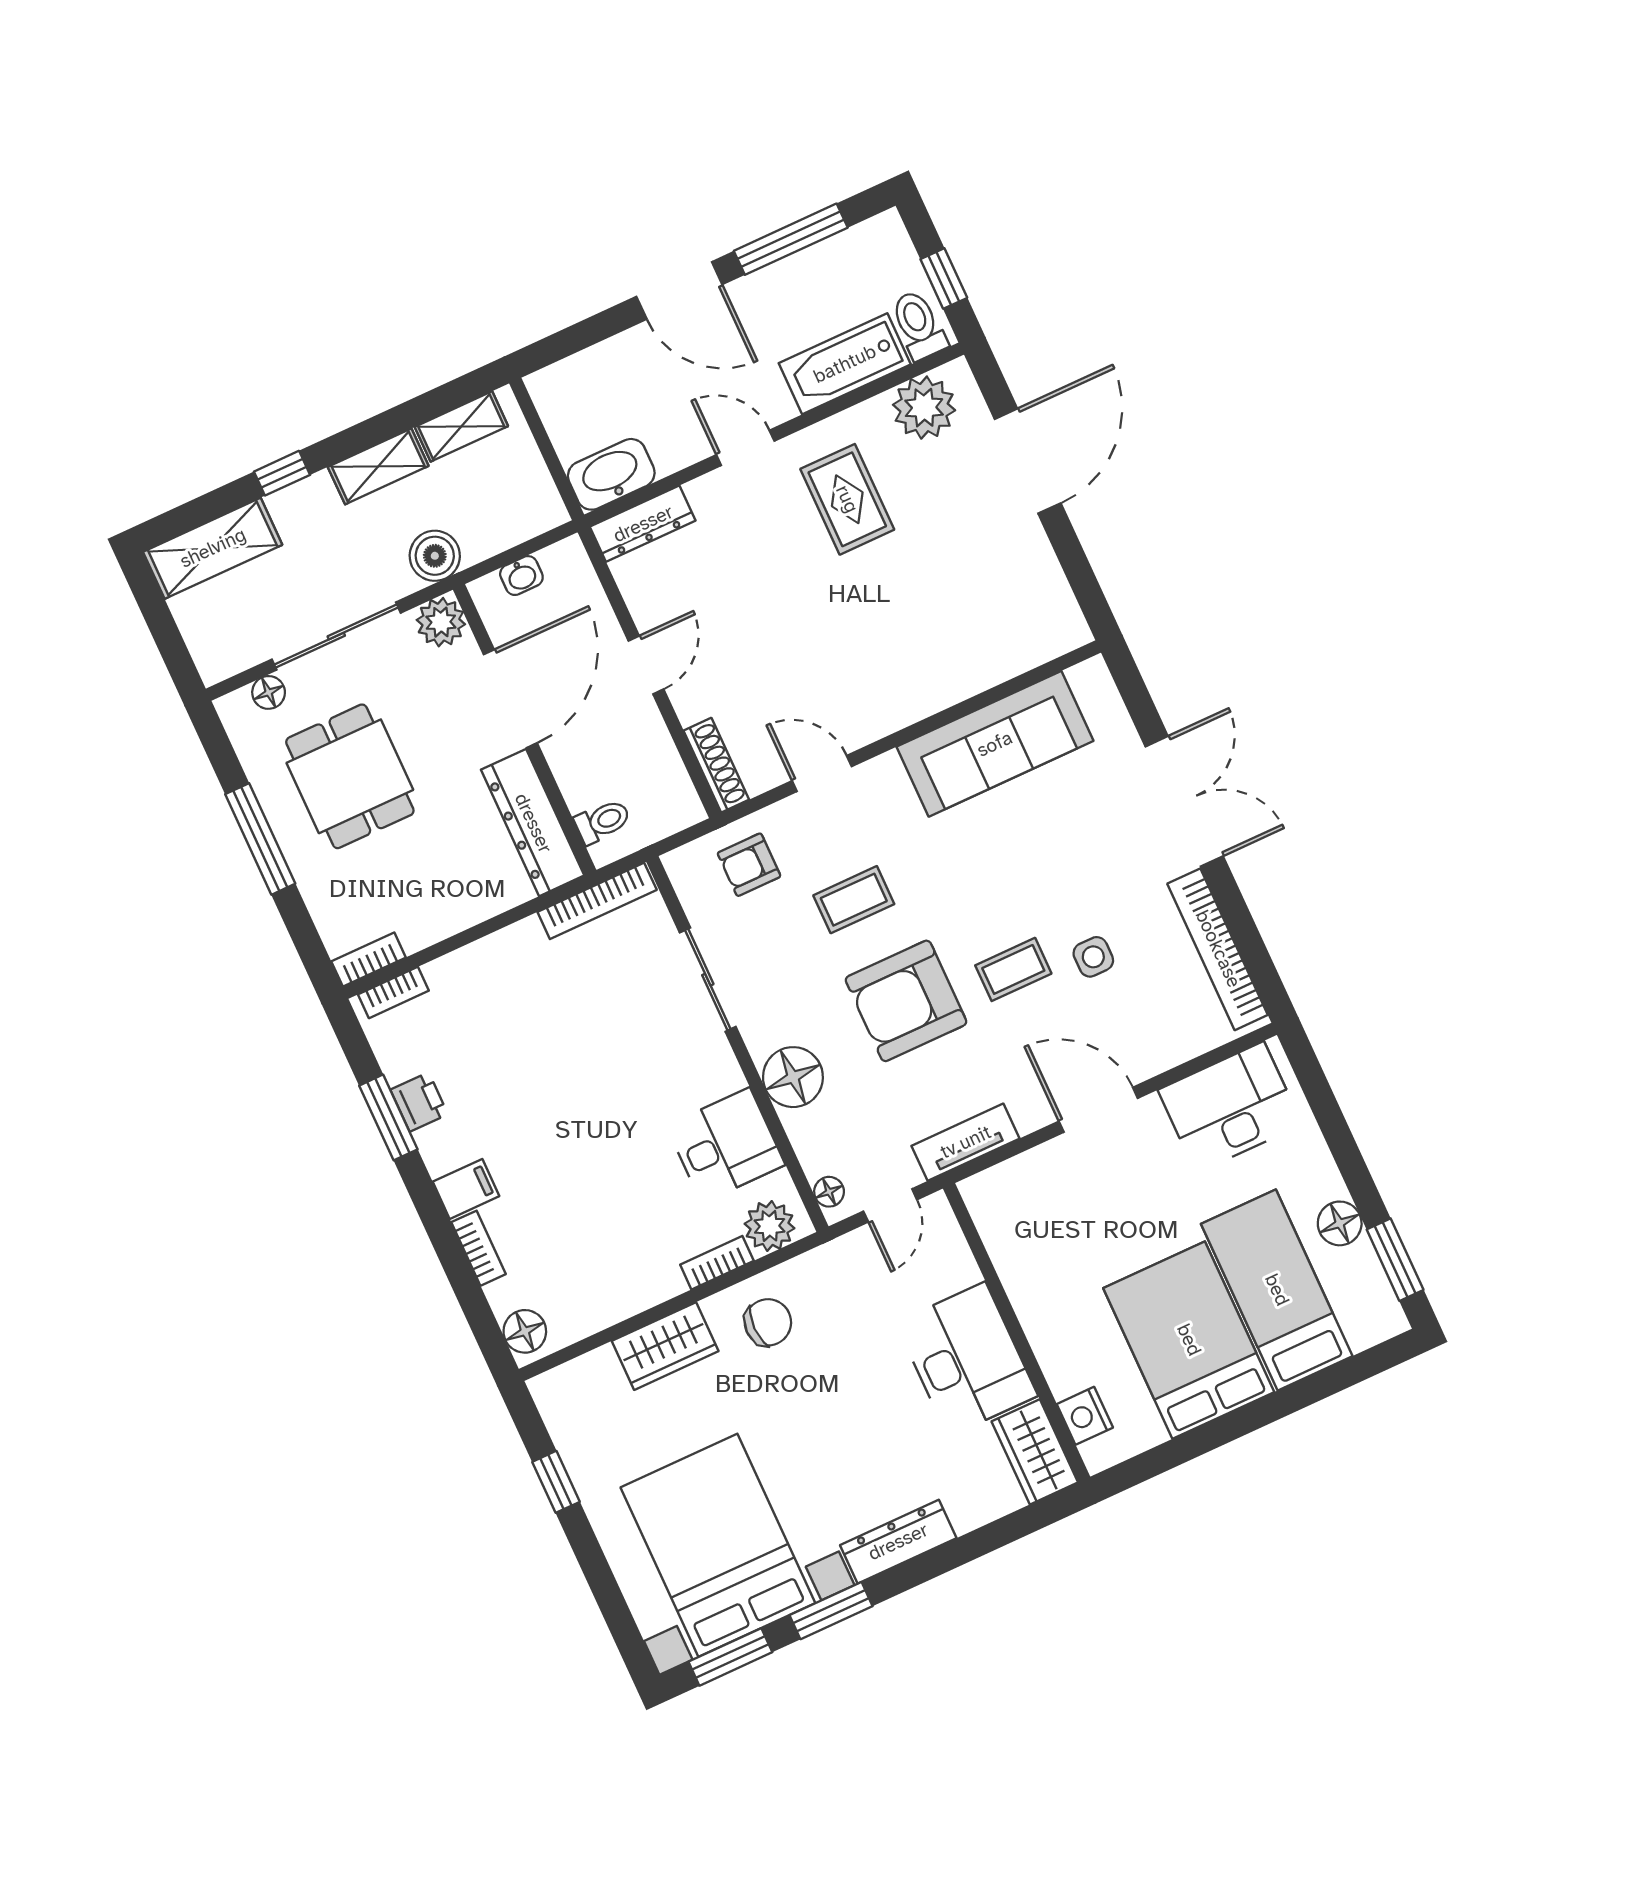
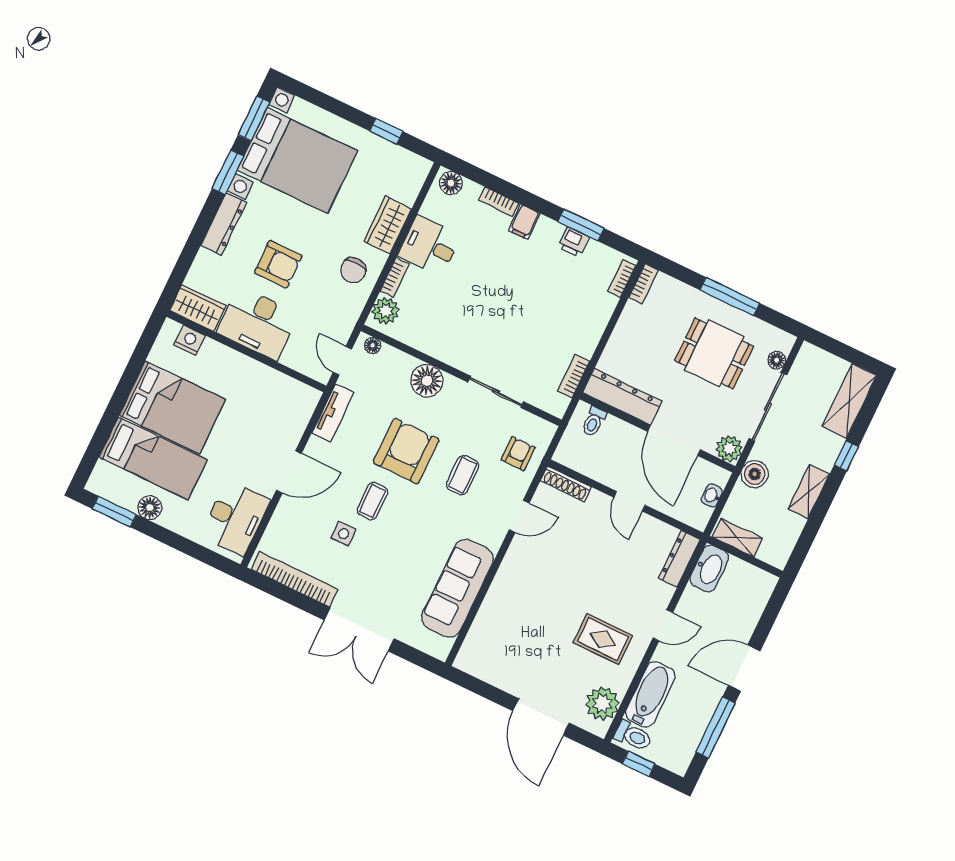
shelving: (461, 426) -> (737, 538), moved, turned 90
bookcase: (597, 901) -> (574, 376), width x0.64
desk: (726, 1145) -> (429, 246), moved, turned 90
armchair: (868, 1419) -> (278, 264), added

